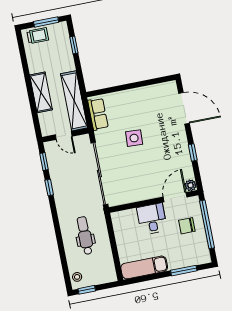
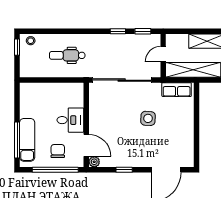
dental chair: (85, 236) -> (67, 55), turned 180
exam couch: (144, 267) -> (27, 140), moved
window: (184, 271) -> (17, 140), width x1.44

